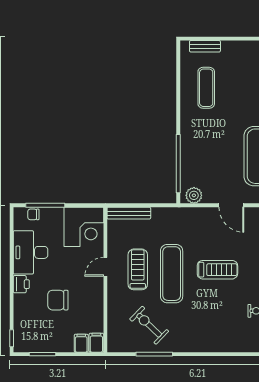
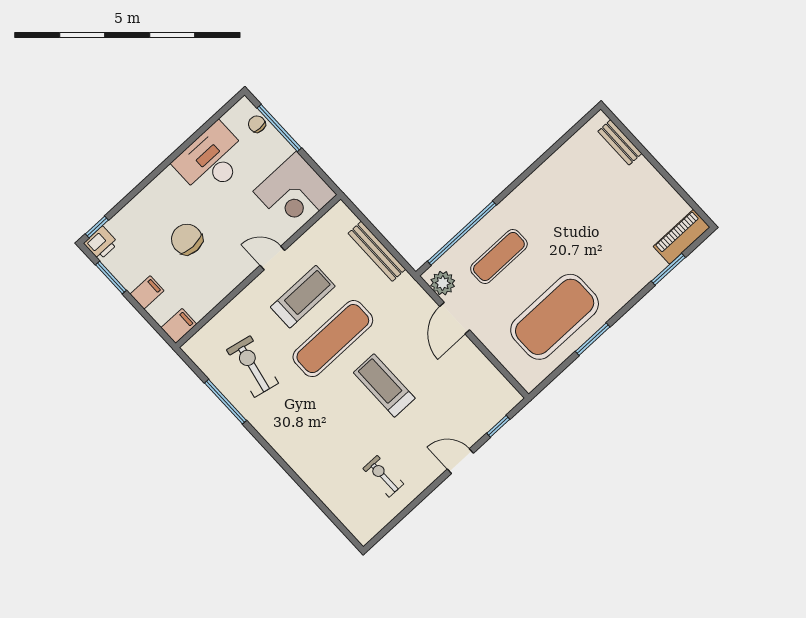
exercise mat: (206, 88) -> (499, 257), moved
door: (231, 205) -> (455, 318), moved
bench: (129, 213) -> (377, 251), moved
treadmill: (217, 270) -> (384, 385), turned 180
printer: (21, 284) -> (101, 243), moved
exercise bike: (149, 325) -> (252, 366), turned -32
filing cabinet: (81, 343) -> (147, 292), moved

